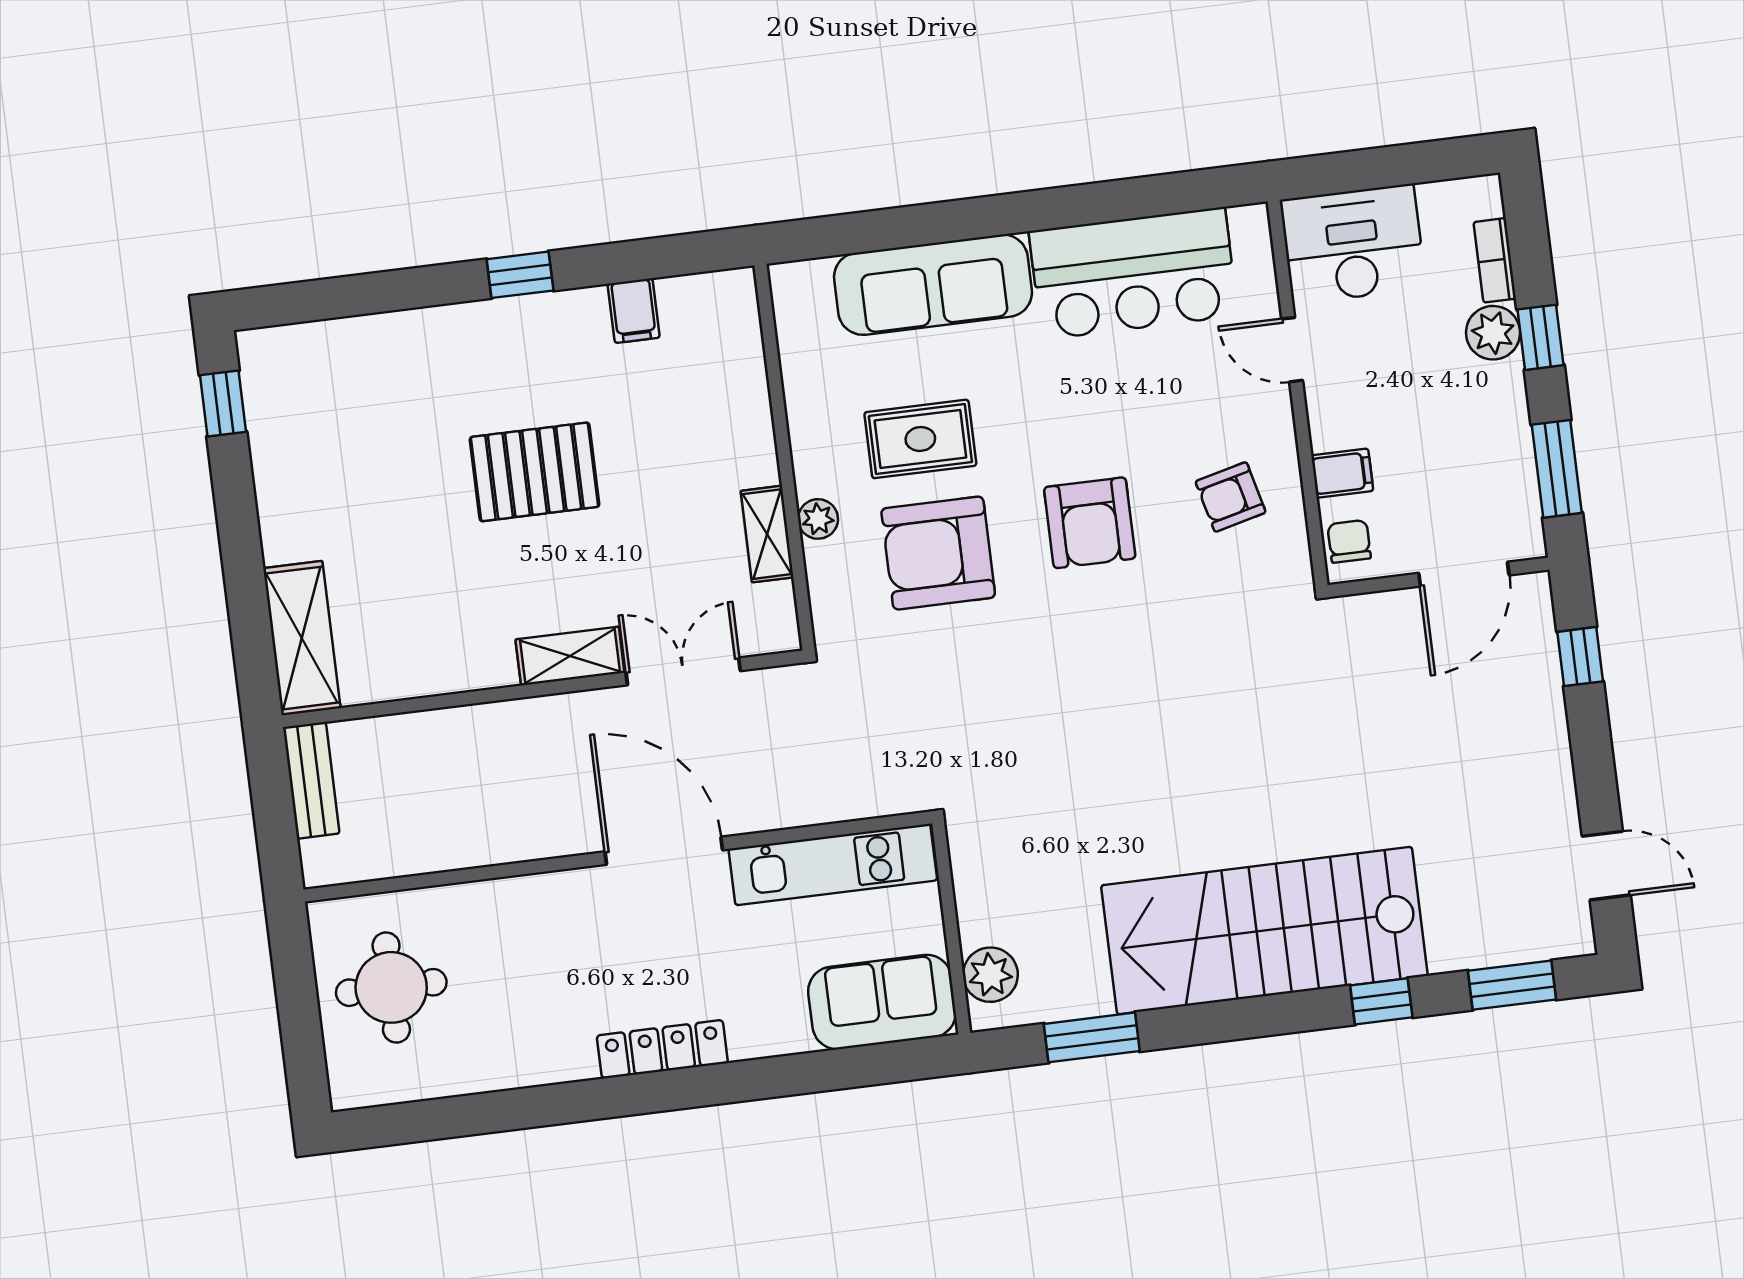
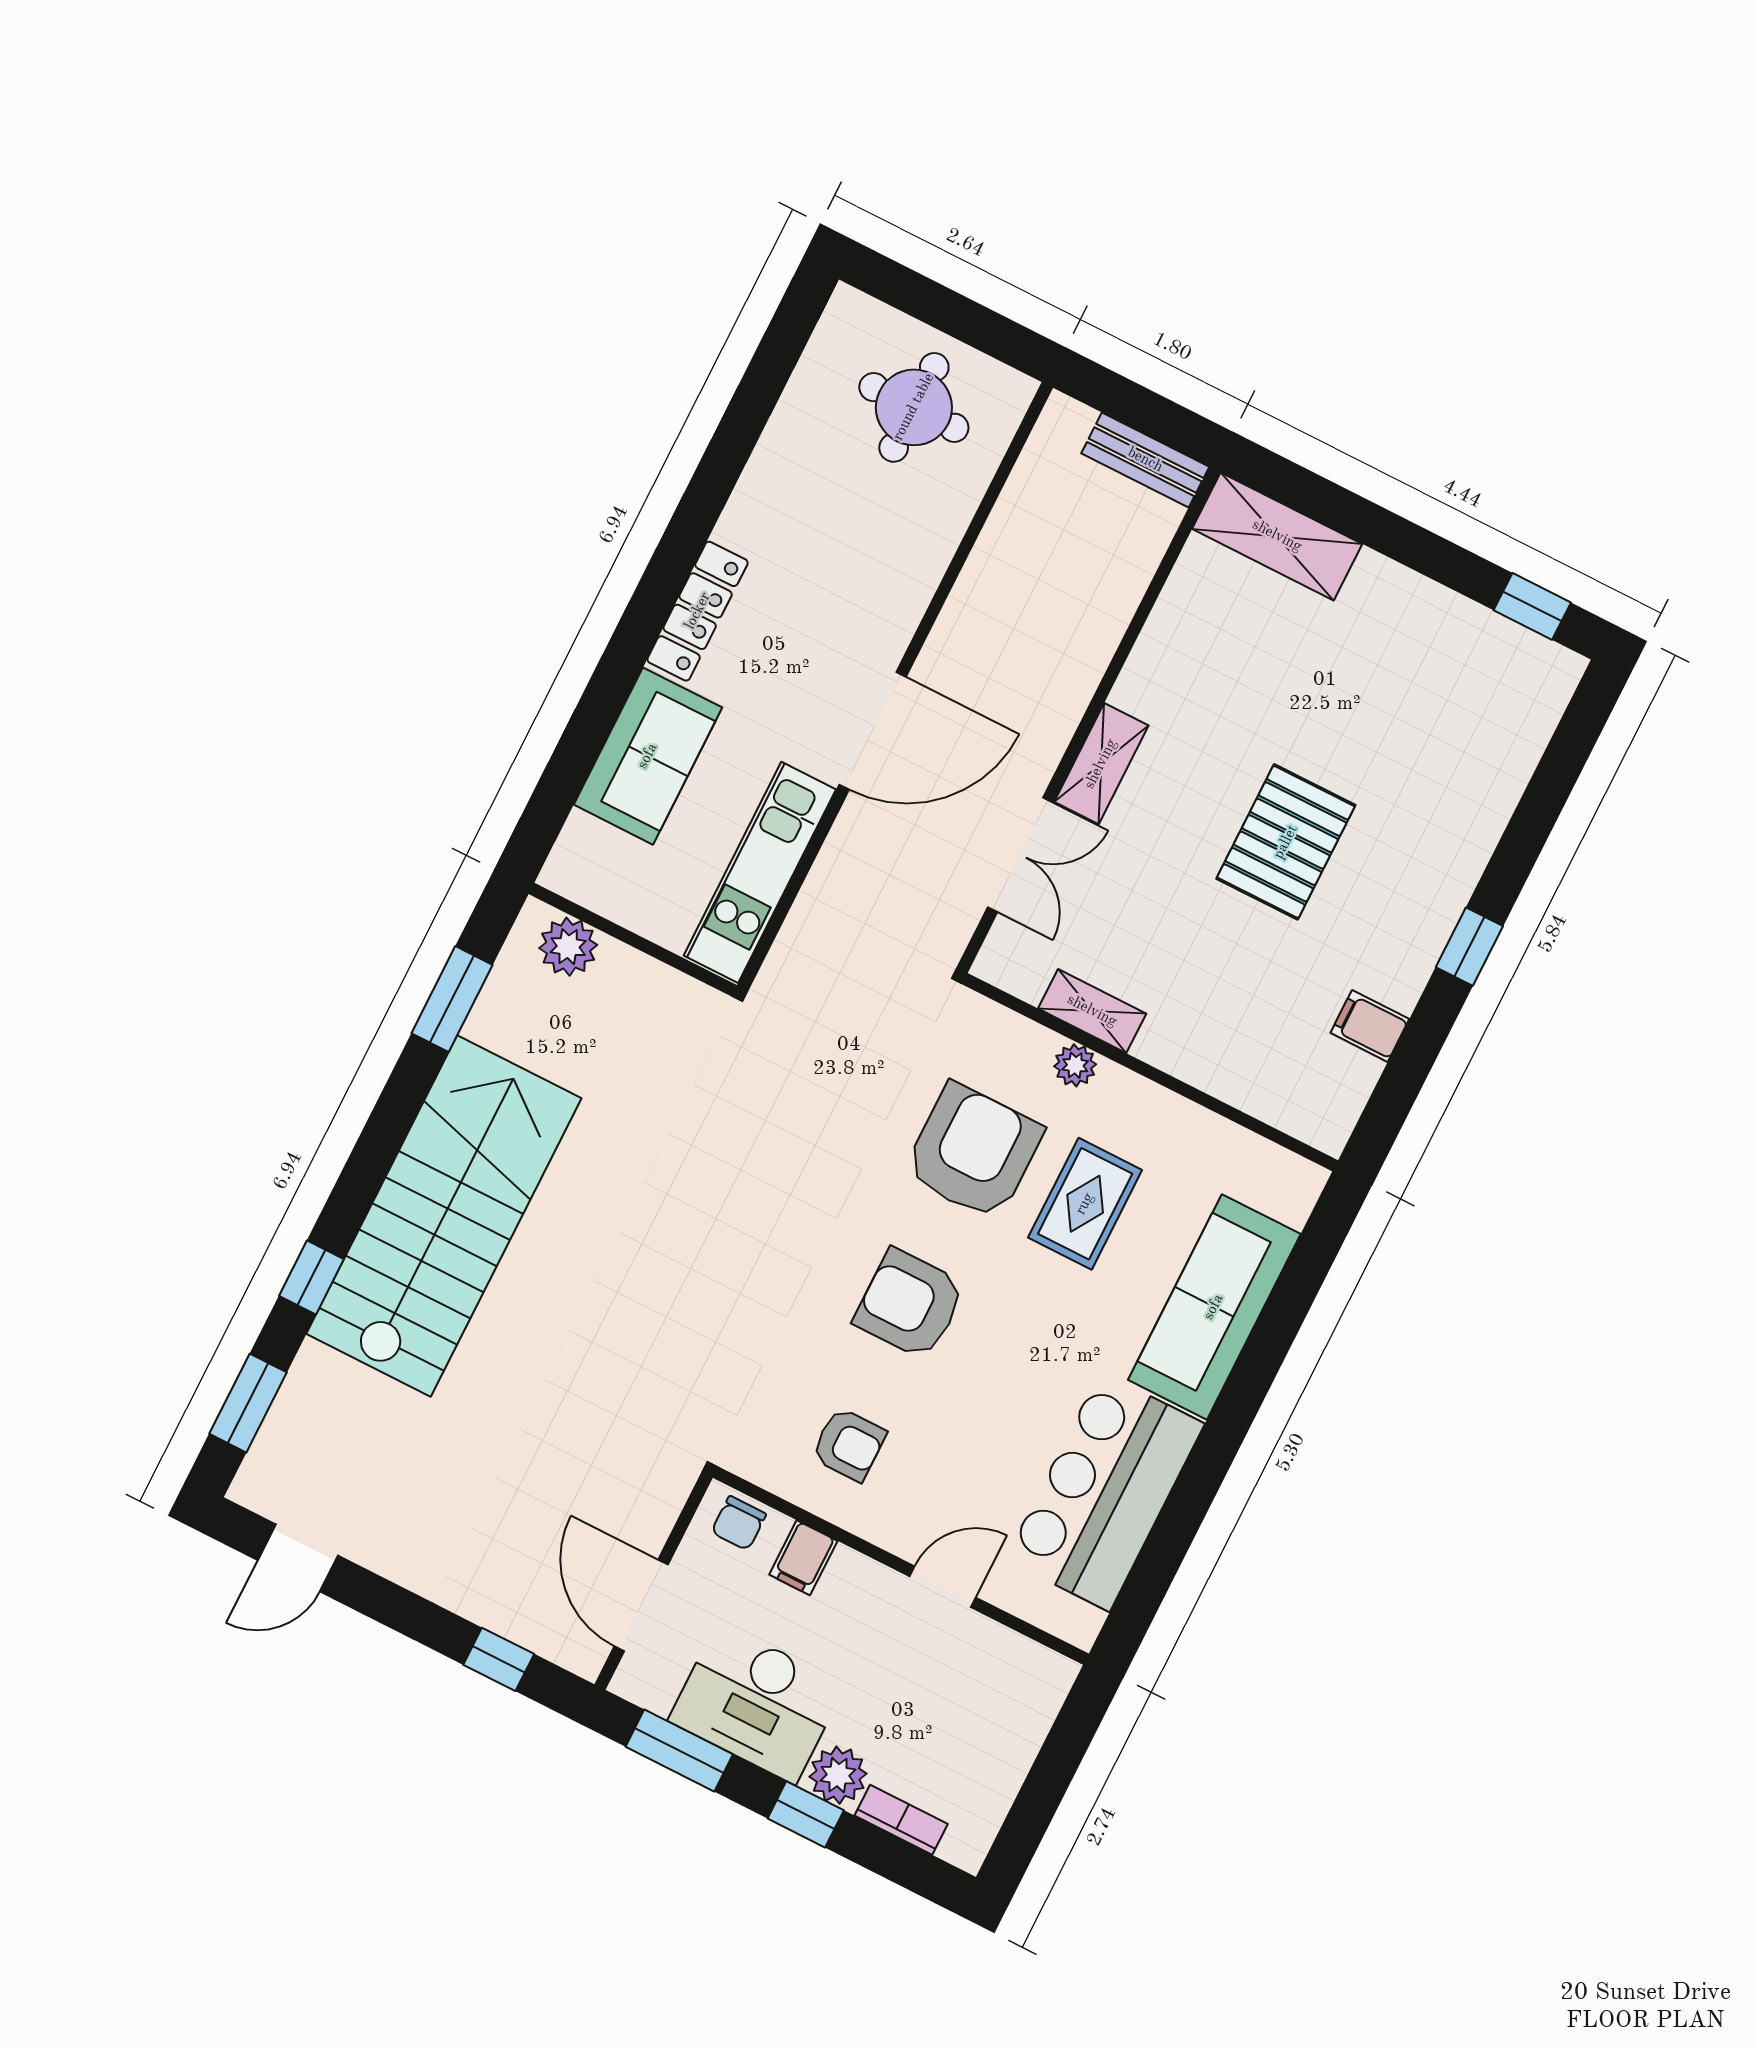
desk: (1353, 244) -> (757, 1703), moved, turned 90
armchair: (1231, 497) -> (849, 1444), turned 104
chair: (1349, 541) -> (739, 1523), turned 90
sofa: (882, 1002) -> (648, 756), moved

